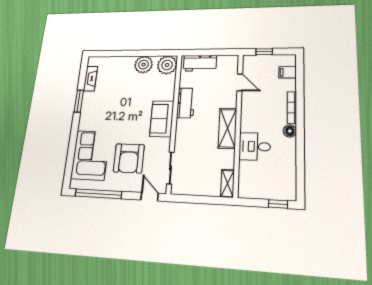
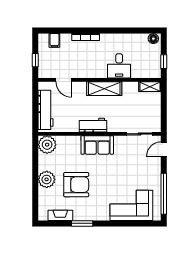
workbench: (200, 63) -> (46, 110), width x1.38
plant: (144, 65) -> (47, 179), moved
door: (240, 82) -> (64, 80), swing flipped
workbench: (186, 103) -> (93, 125), moved
floor lamp: (290, 131) -> (153, 39), moved
armchair: (129, 158) -> (76, 185), moved
window: (278, 204) -> (164, 62), moved

